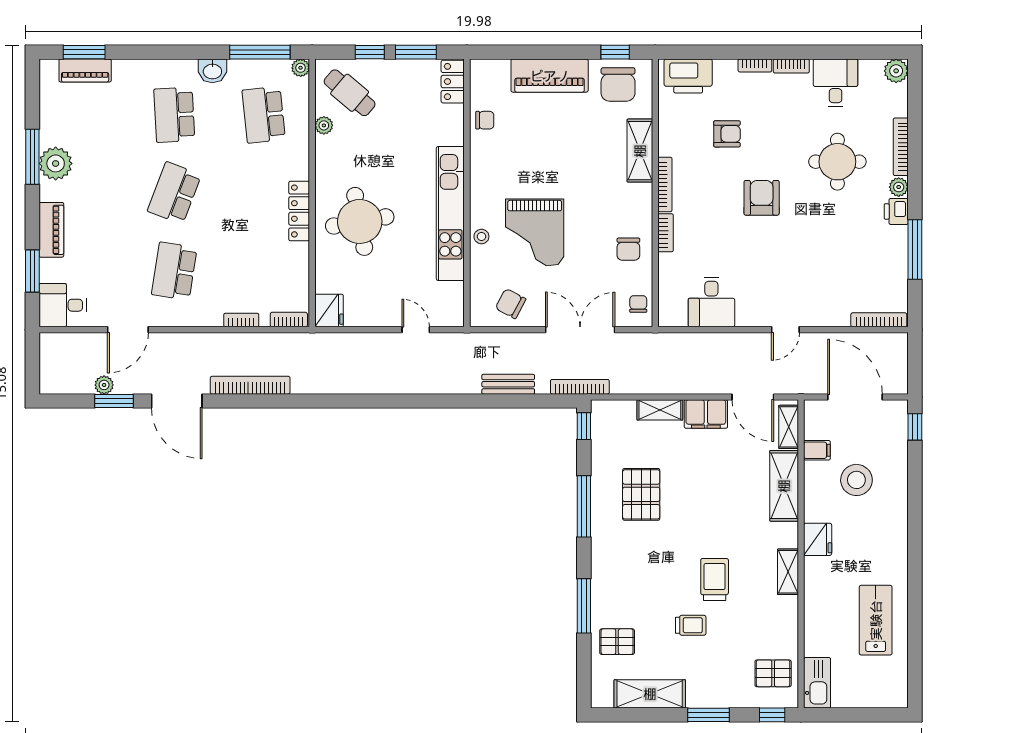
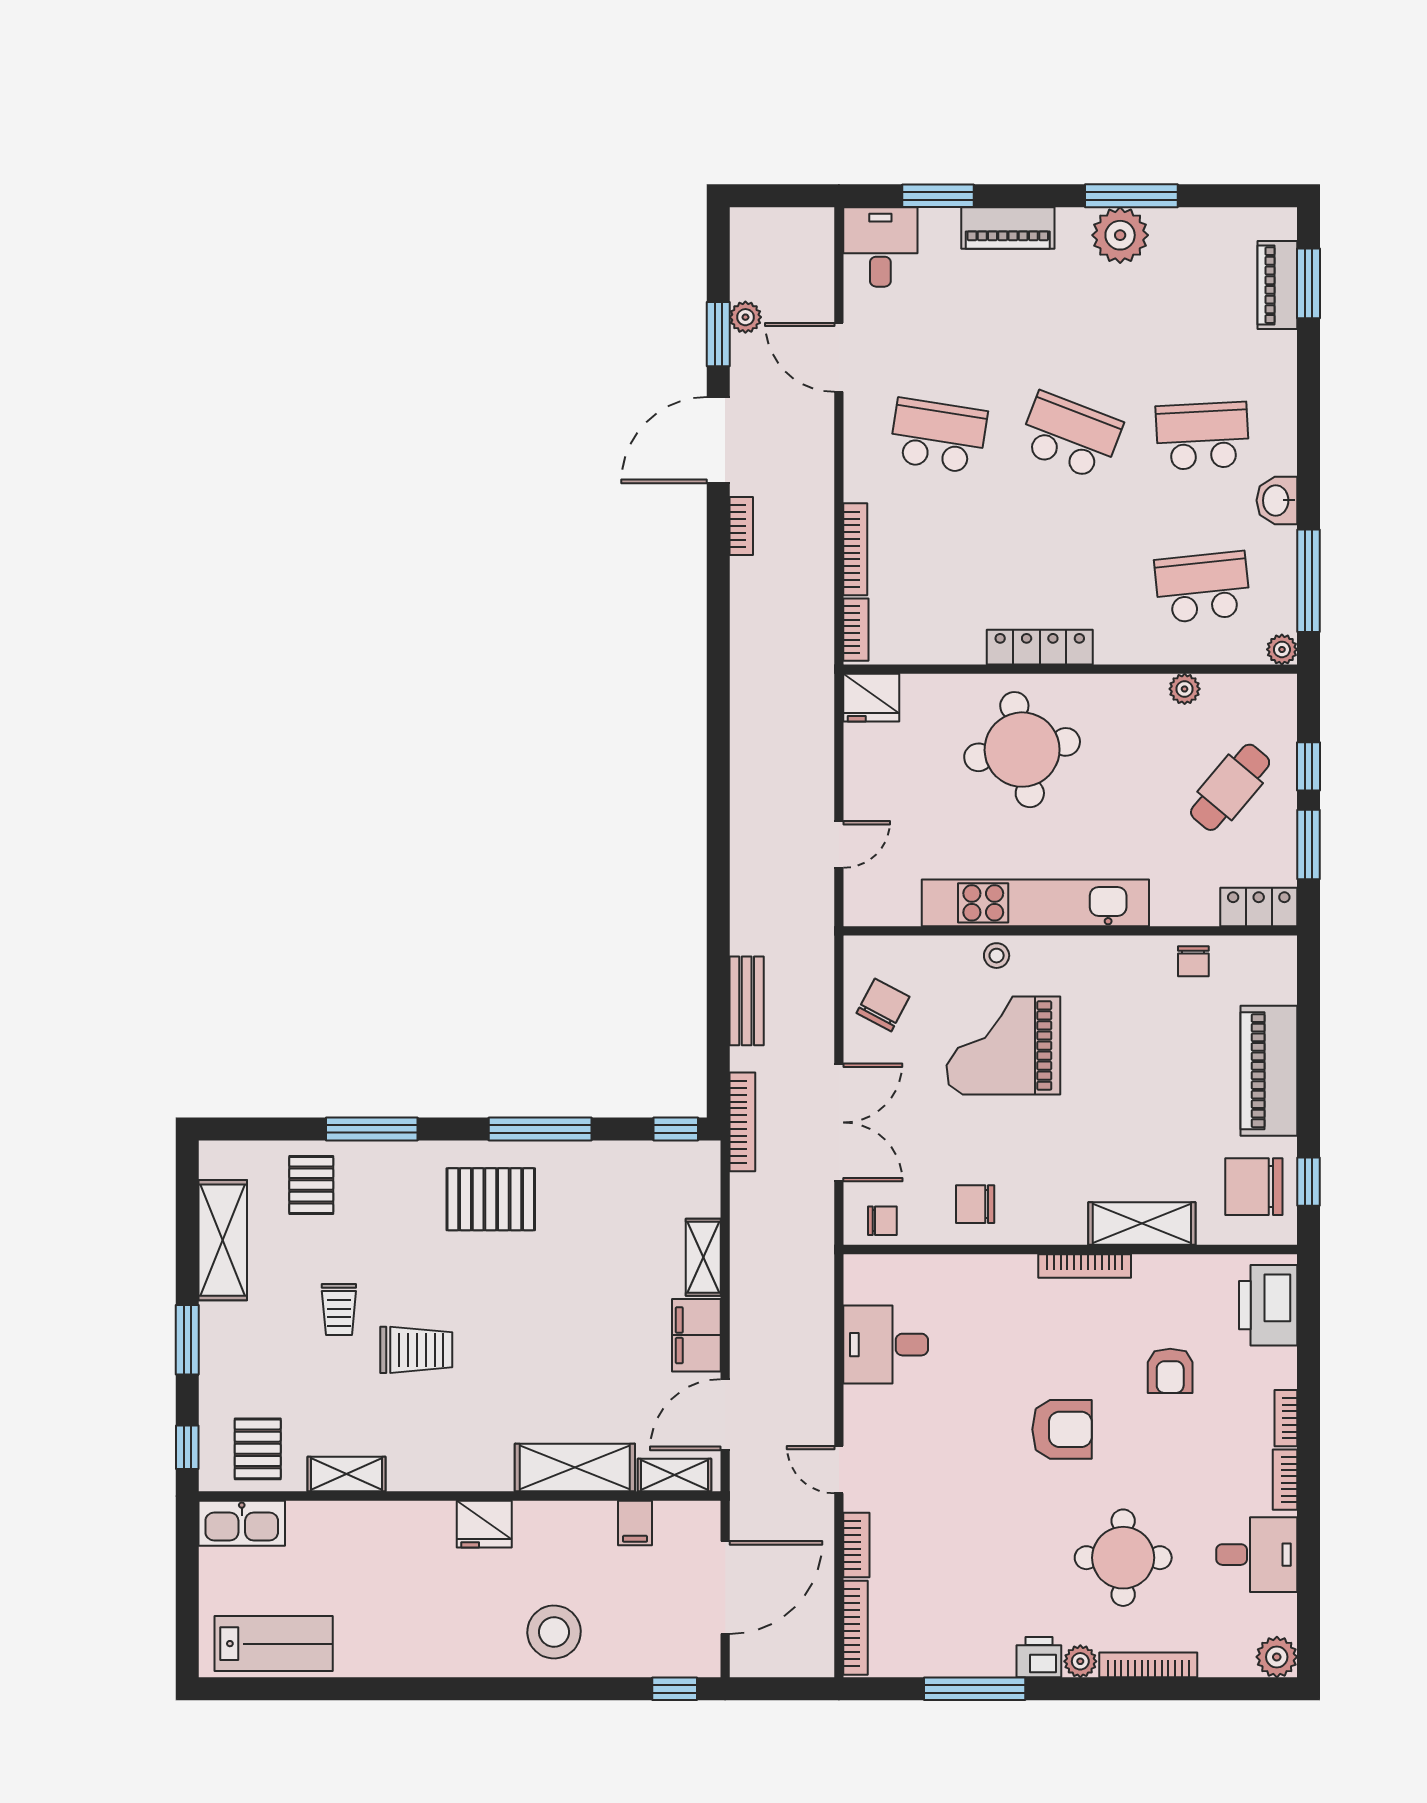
cafe table: (350, 93) -> (1230, 787), moved
bookcase: (666, 233) -> (856, 1545), moved, turned -90
bookcase: (241, 320) -> (855, 549), width x1.56
bookcase: (250, 385) -> (741, 526), width x0.43, depth x0.76
stool: (856, 480) -> (554, 1632), moved
pallet: (641, 494) -> (491, 1199), moved
shelving: (788, 572) -> (346, 1474), moved
lab bench: (876, 620) -> (274, 1644), moved

